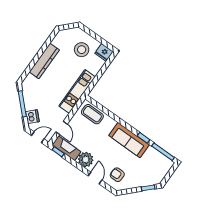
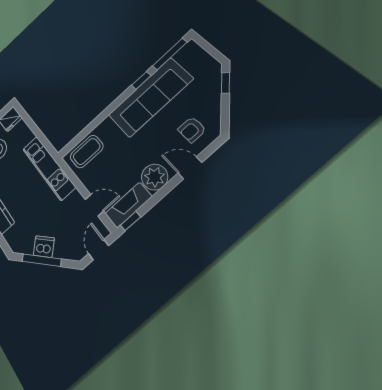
dishwasher: (32, 117) -> (44, 247), moved
sofa: (129, 140) -> (150, 97), width x1.36, depth x1.27

